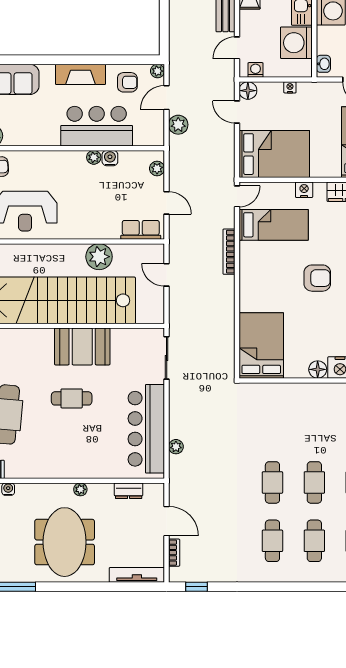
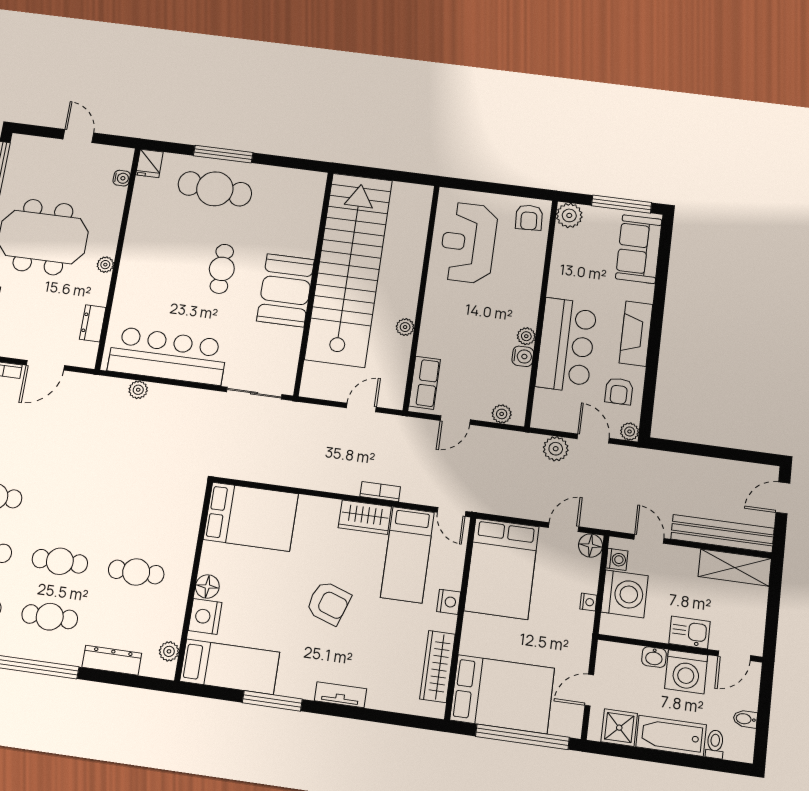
washing machine: (296, 43) -> (625, 594), moved, turned 90
washbasin: (323, 64) -> (654, 657), moved
bookcase: (229, 252) -> (380, 492), width x0.64
plant: (99, 257) -> (405, 327), width x0.53, depth x0.53
wardrobe: (250, 260) -> (365, 517), added
armchair: (317, 278) -> (328, 603), turned -71
cafe table: (272, 482) -> (136, 572), moved

